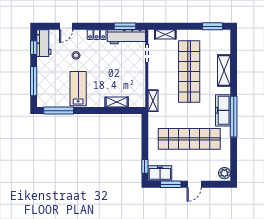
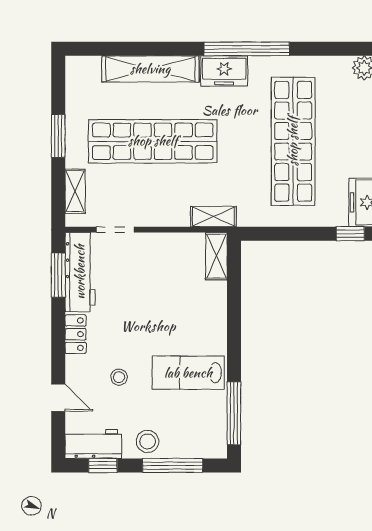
window: (213, 26) -> (58, 136), moved
stool: (45, 69) -> (148, 441), added
shelving: (224, 70) -> (150, 69), width x1.47
shelving: (117, 102) -> (216, 256), moved
freezer: (223, 110) -> (224, 71), width x0.71

